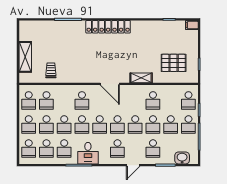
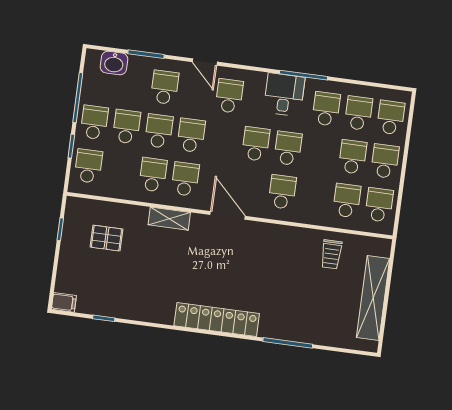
shelving: (25, 57) -> (373, 298), width x1.47
pallet: (174, 63) -> (106, 238), width x0.67, depth x0.71
school desk: (64, 124) -> (320, 153), removed
school desk: (117, 124) -> (185, 179), moved
door: (133, 165) -> (205, 62), swing flipped

